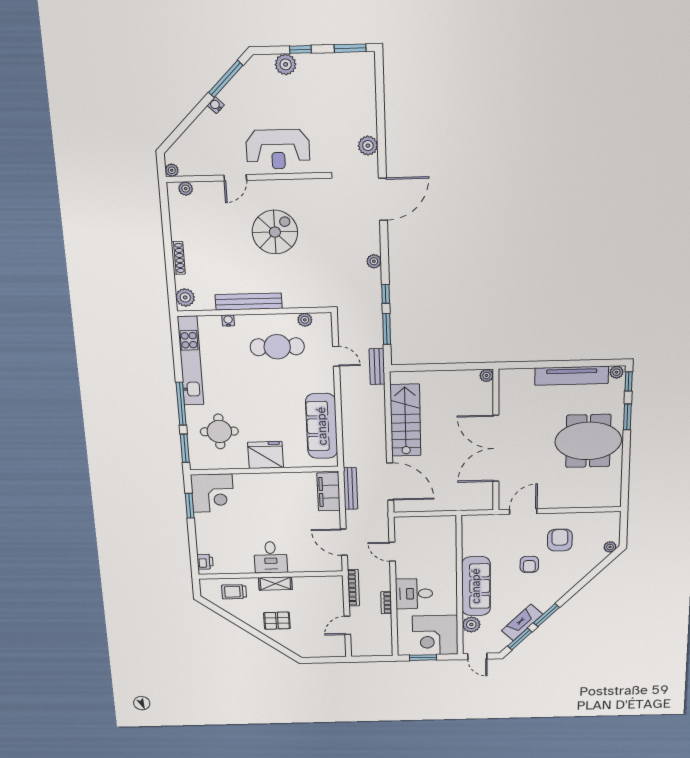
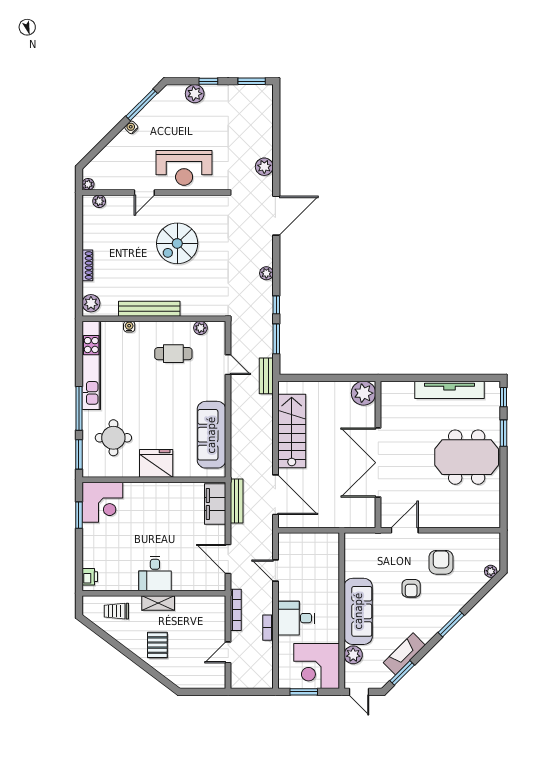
spiral stairs: (275, 232) -> (177, 243), turned 180
cafe table: (277, 347) -> (173, 354), width x0.73, depth x0.74
plant: (616, 372) -> (492, 387), removed
plant: (486, 375) -> (364, 393), width x1.87, depth x1.87
window: (546, 615) -> (451, 624), moved
pallet: (277, 621) -> (157, 645), turned 90

